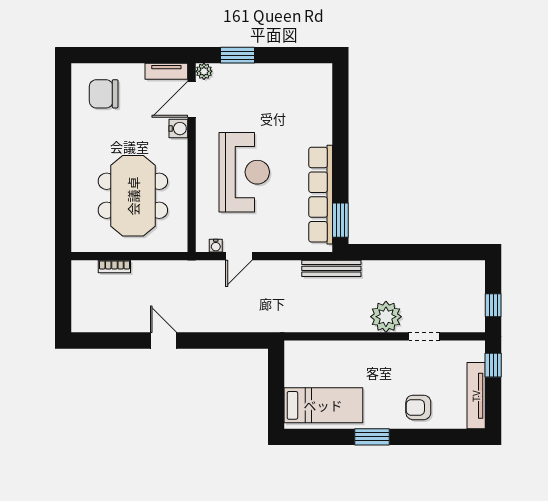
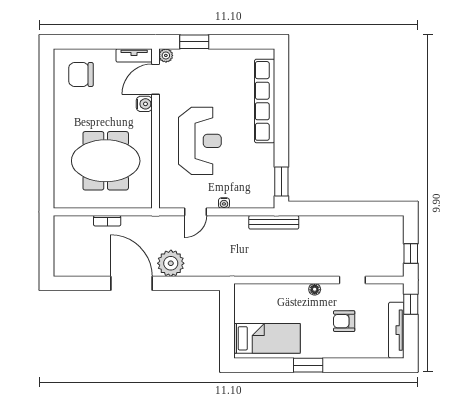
row of seats: (321, 195) -> (265, 101), moved
meeting table: (133, 196) -> (106, 161), turned 90
water cooler: (216, 246) -> (224, 203), moved
bookcase: (114, 266) -> (107, 221), moved
plant: (386, 317) -> (171, 263), moved
door: (163, 340) -> (132, 283), width x1.87
floor lamp: (380, 347) -> (315, 289), added
armchair: (418, 407) -> (344, 321), moved

